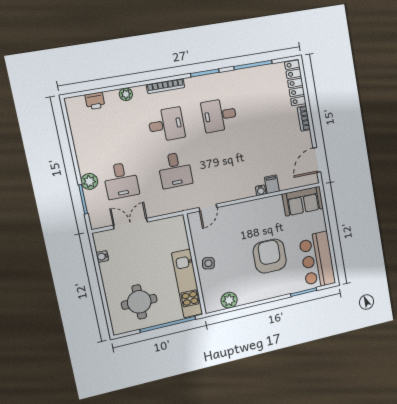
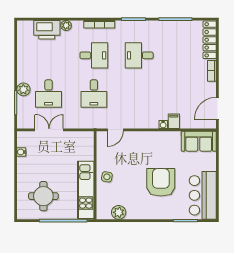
printer: (95, 101) -> (47, 30), width x1.87, depth x1.48

